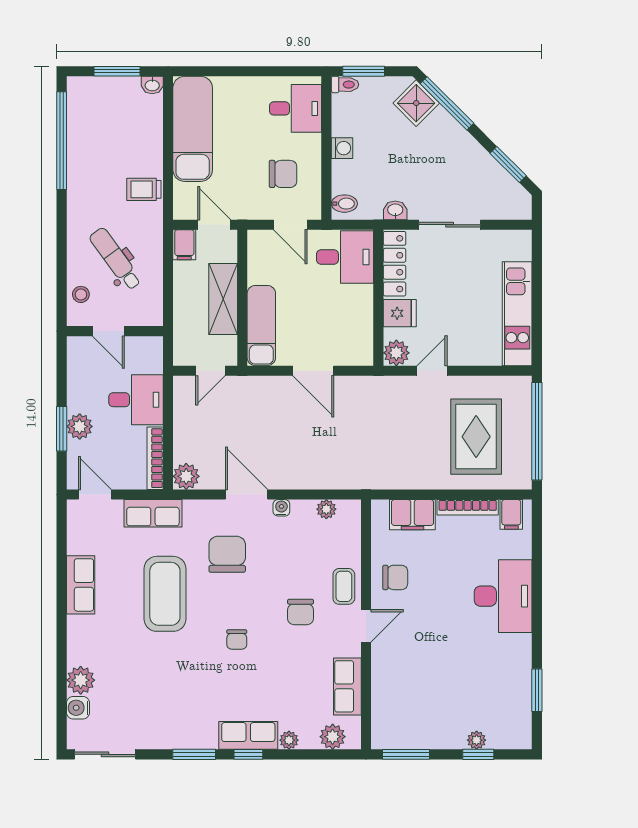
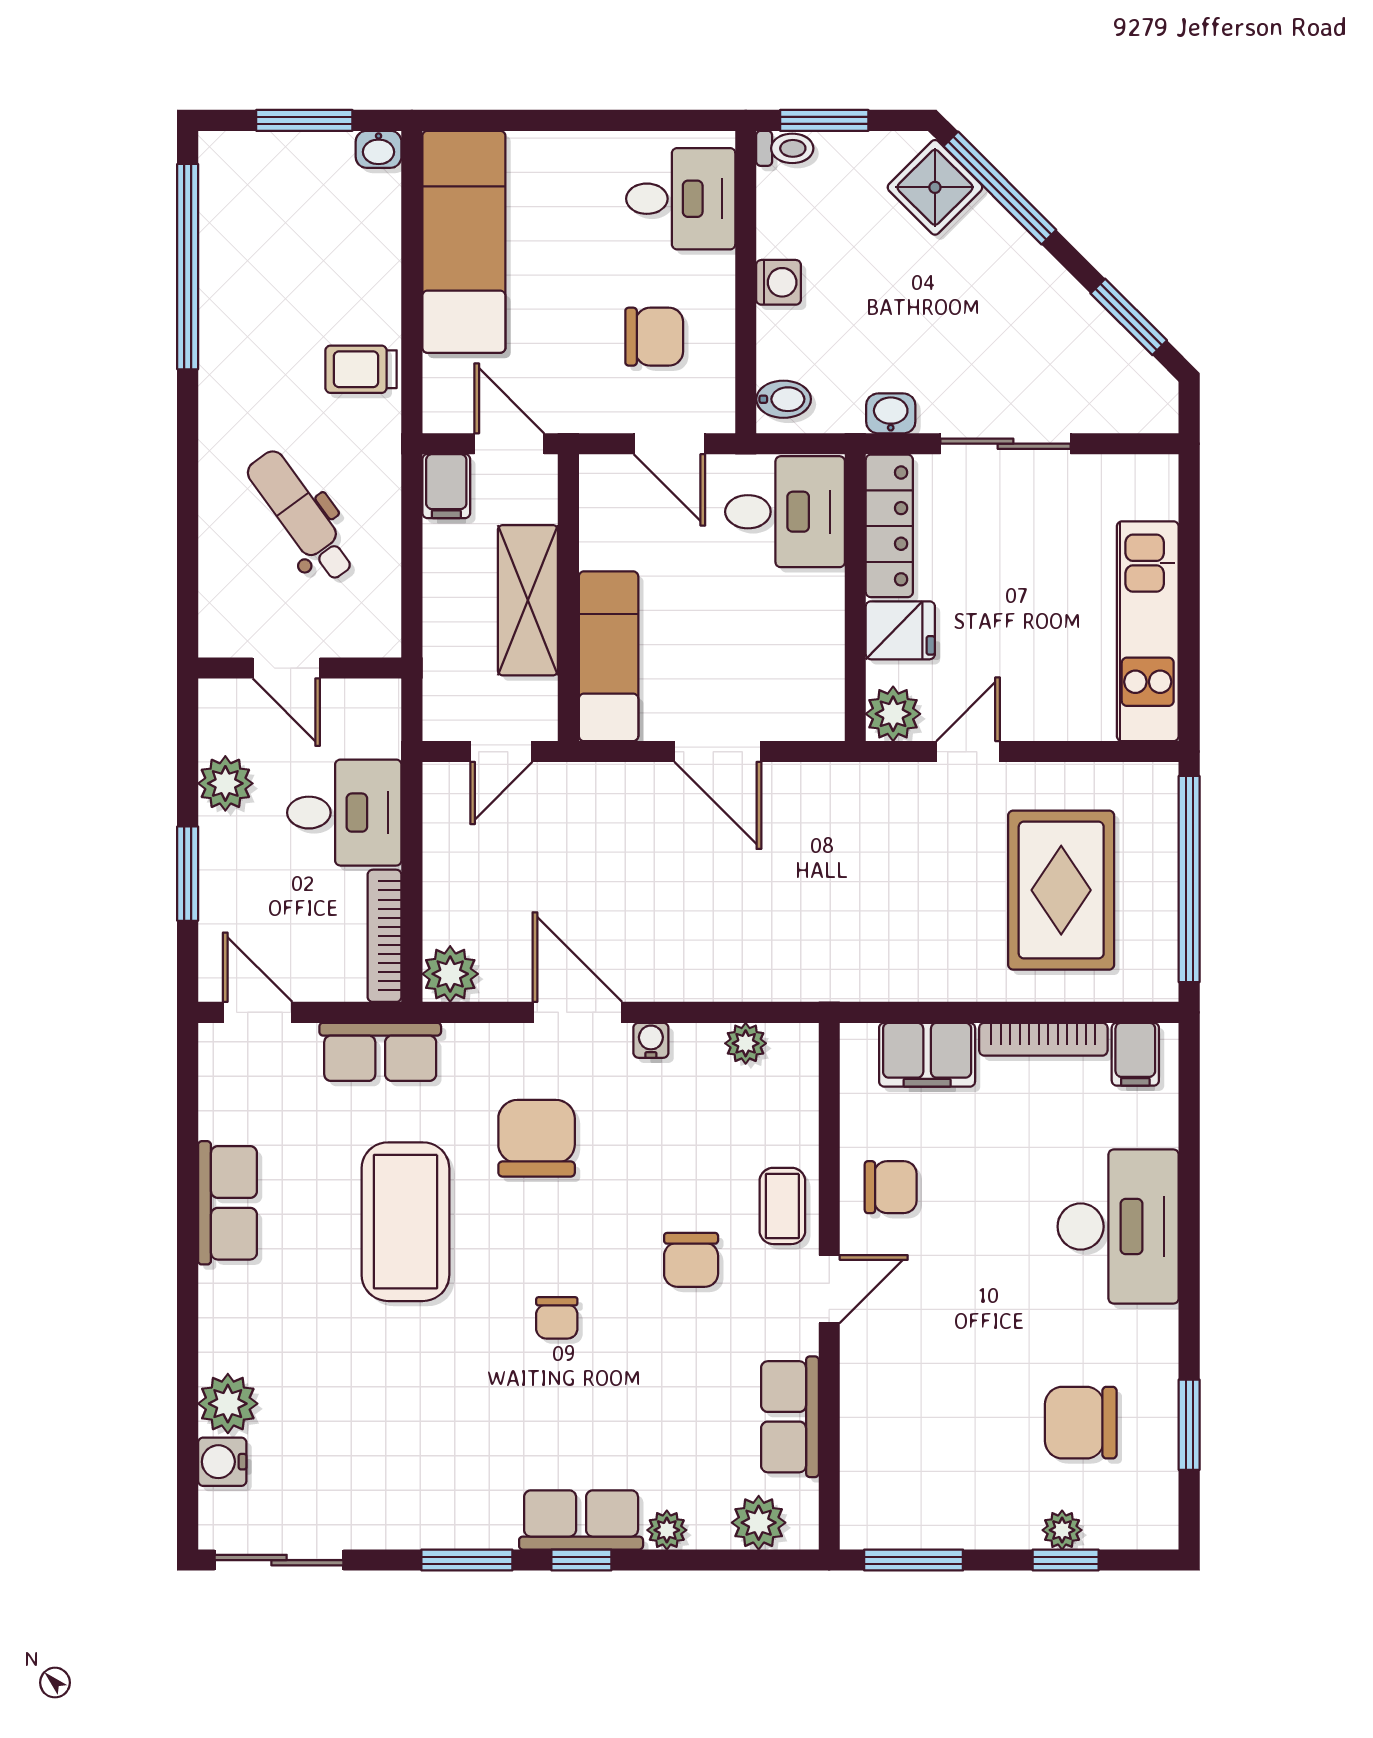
stool: (81, 294) -> (228, 591), removed
plant: (80, 426) -> (225, 783), moved
chair: (485, 689) -> (1081, 1423), added

